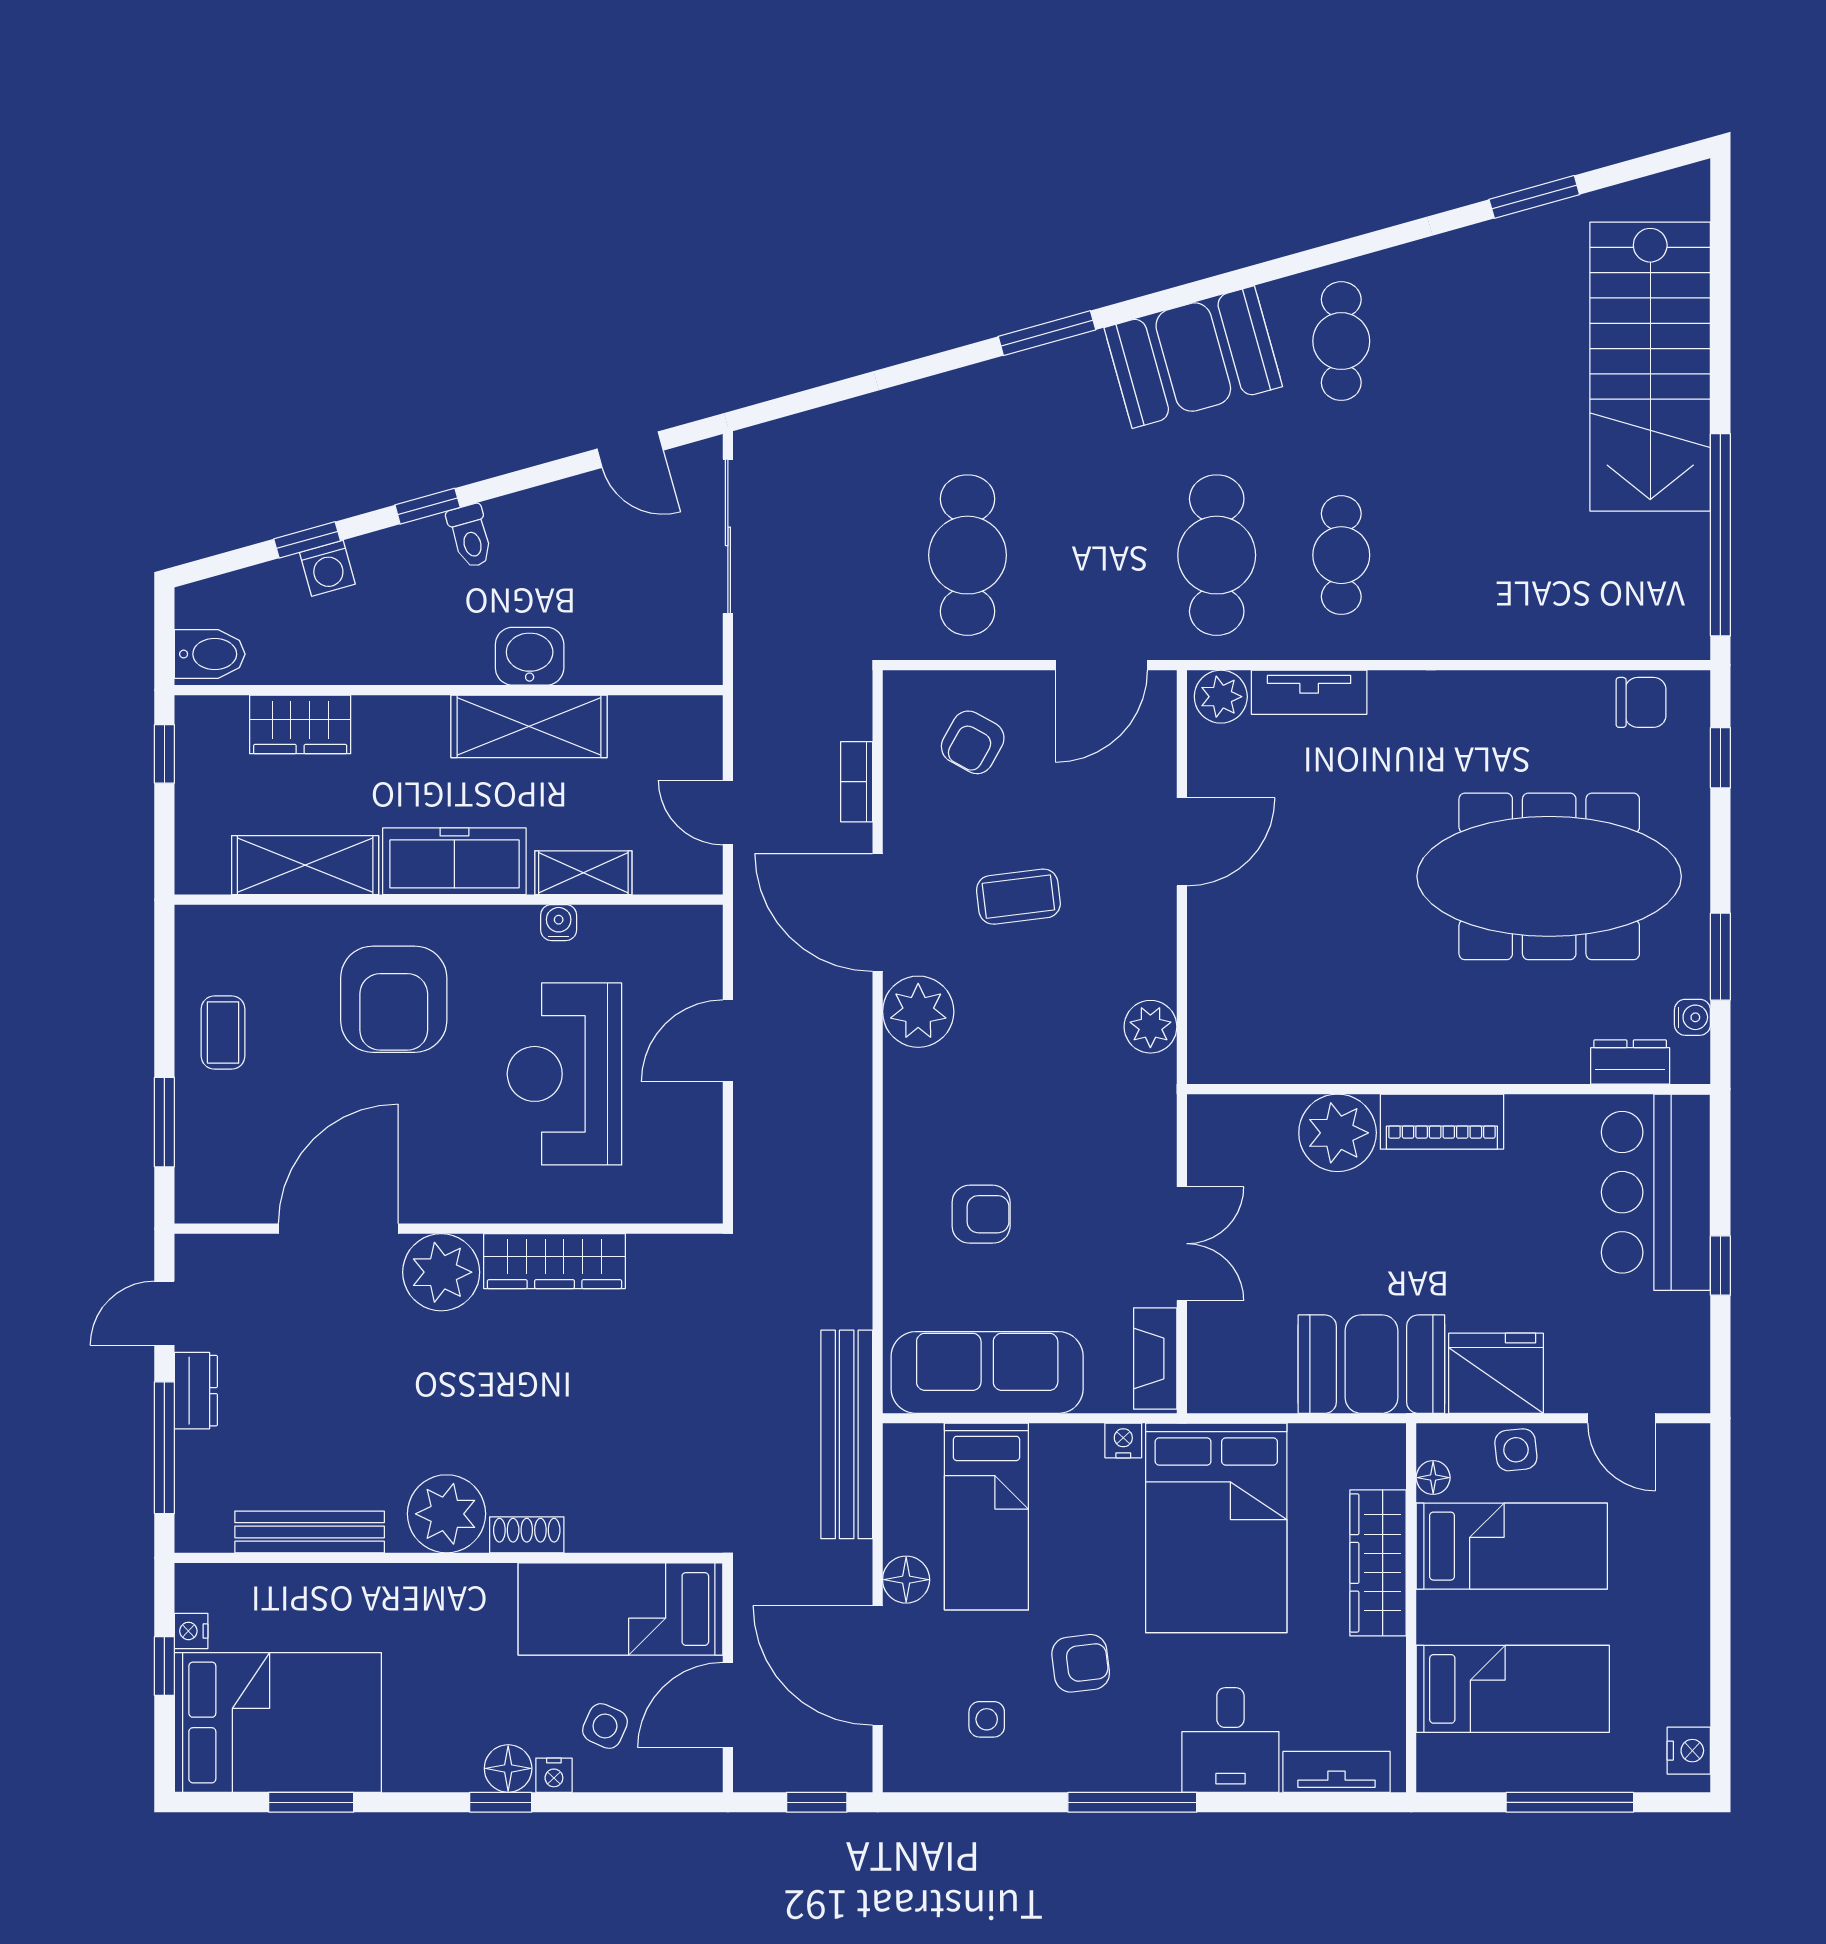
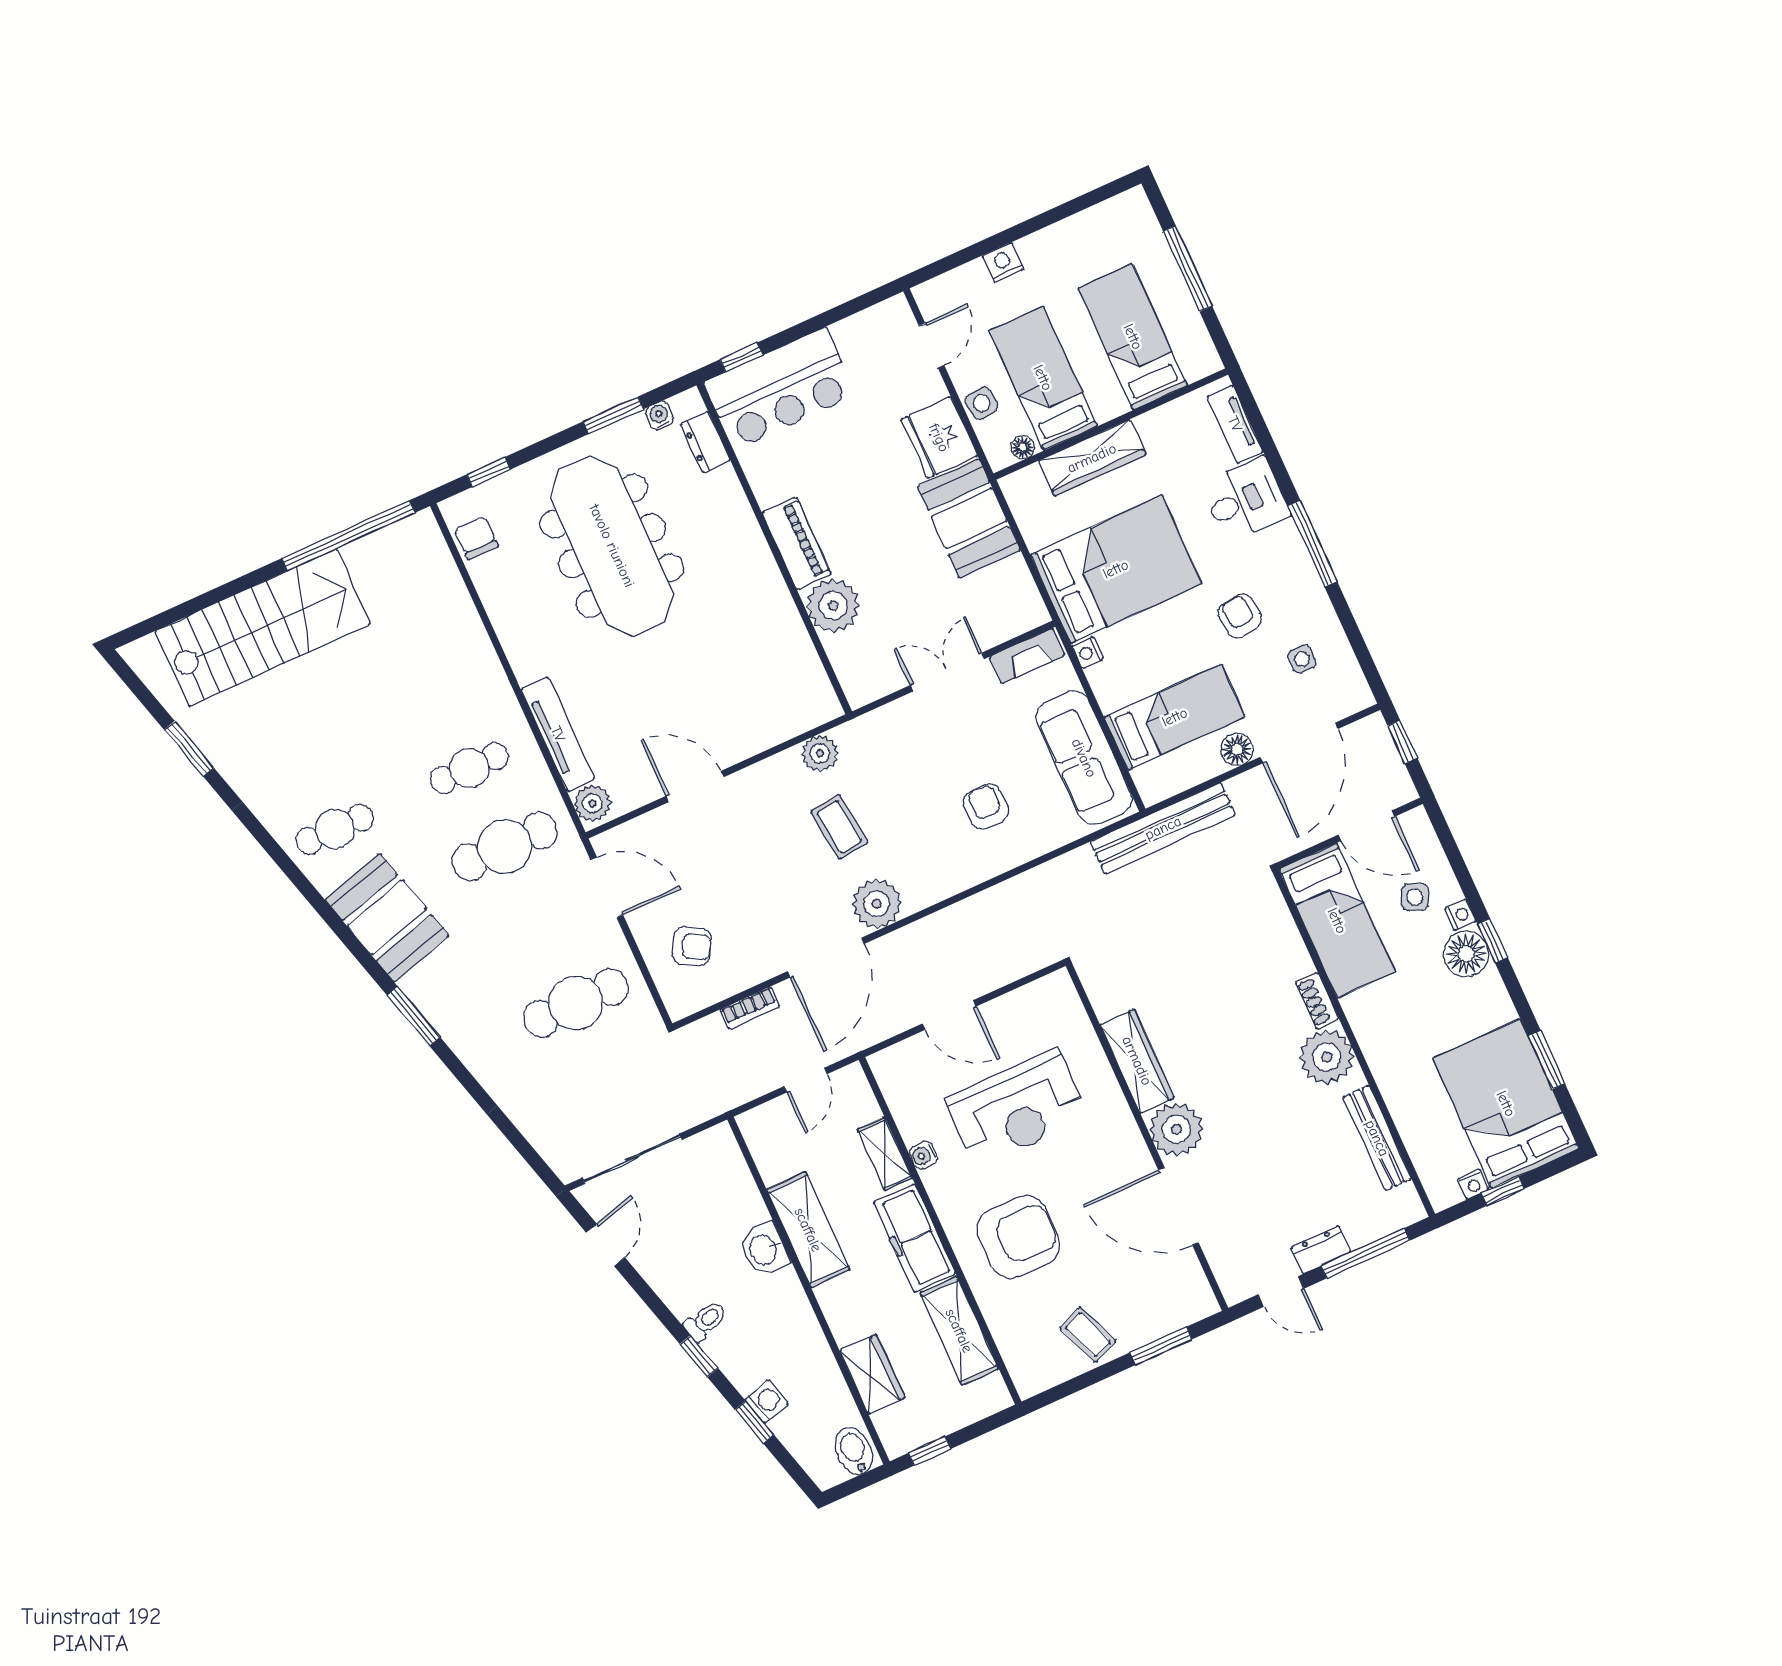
tv unit: (1309, 692) -> (558, 734), width x1.41
coffee table: (1018, 897) -> (839, 827), moved
coffee table: (223, 1032) -> (1088, 1335), turned 68
window: (1720, 1266) -> (741, 357), moved
nightstand: (1689, 1751) -> (1003, 263), moved
floor lamp: (508, 1768) -> (1466, 954), width x1.38, depth x1.38

